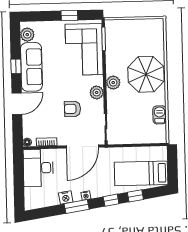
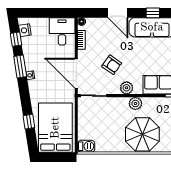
armchair: (72, 109) -> (112, 65), turned 125
barbecue: (160, 115) -> (86, 146), moved
desk: (38, 168) -> (62, 31), width x0.73
bed: (141, 173) -> (55, 128), width x1.50
nightstand: (66, 197) -> (25, 30), moved
window: (111, 200) -> (16, 39), moved

